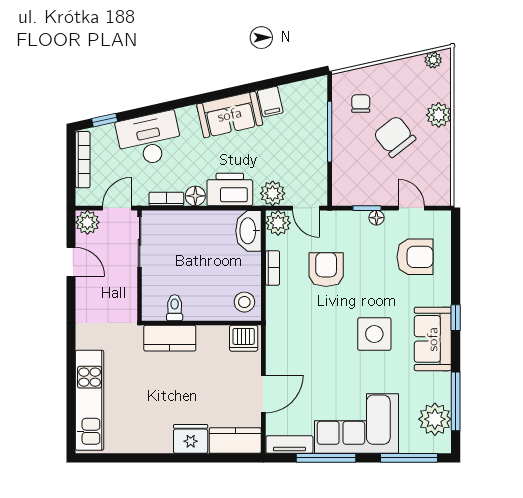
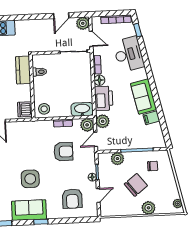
plant: (344, 169) -> (117, 159), added

